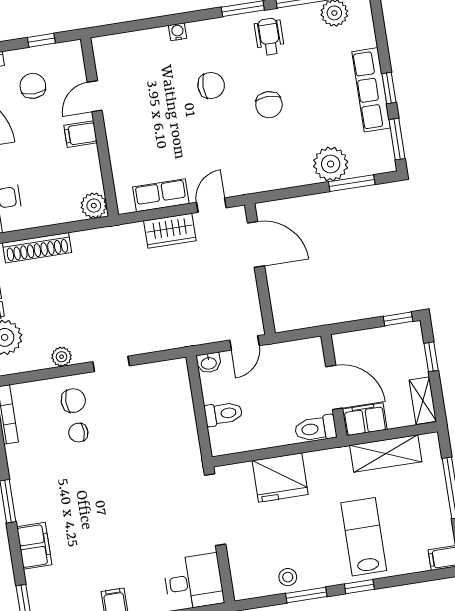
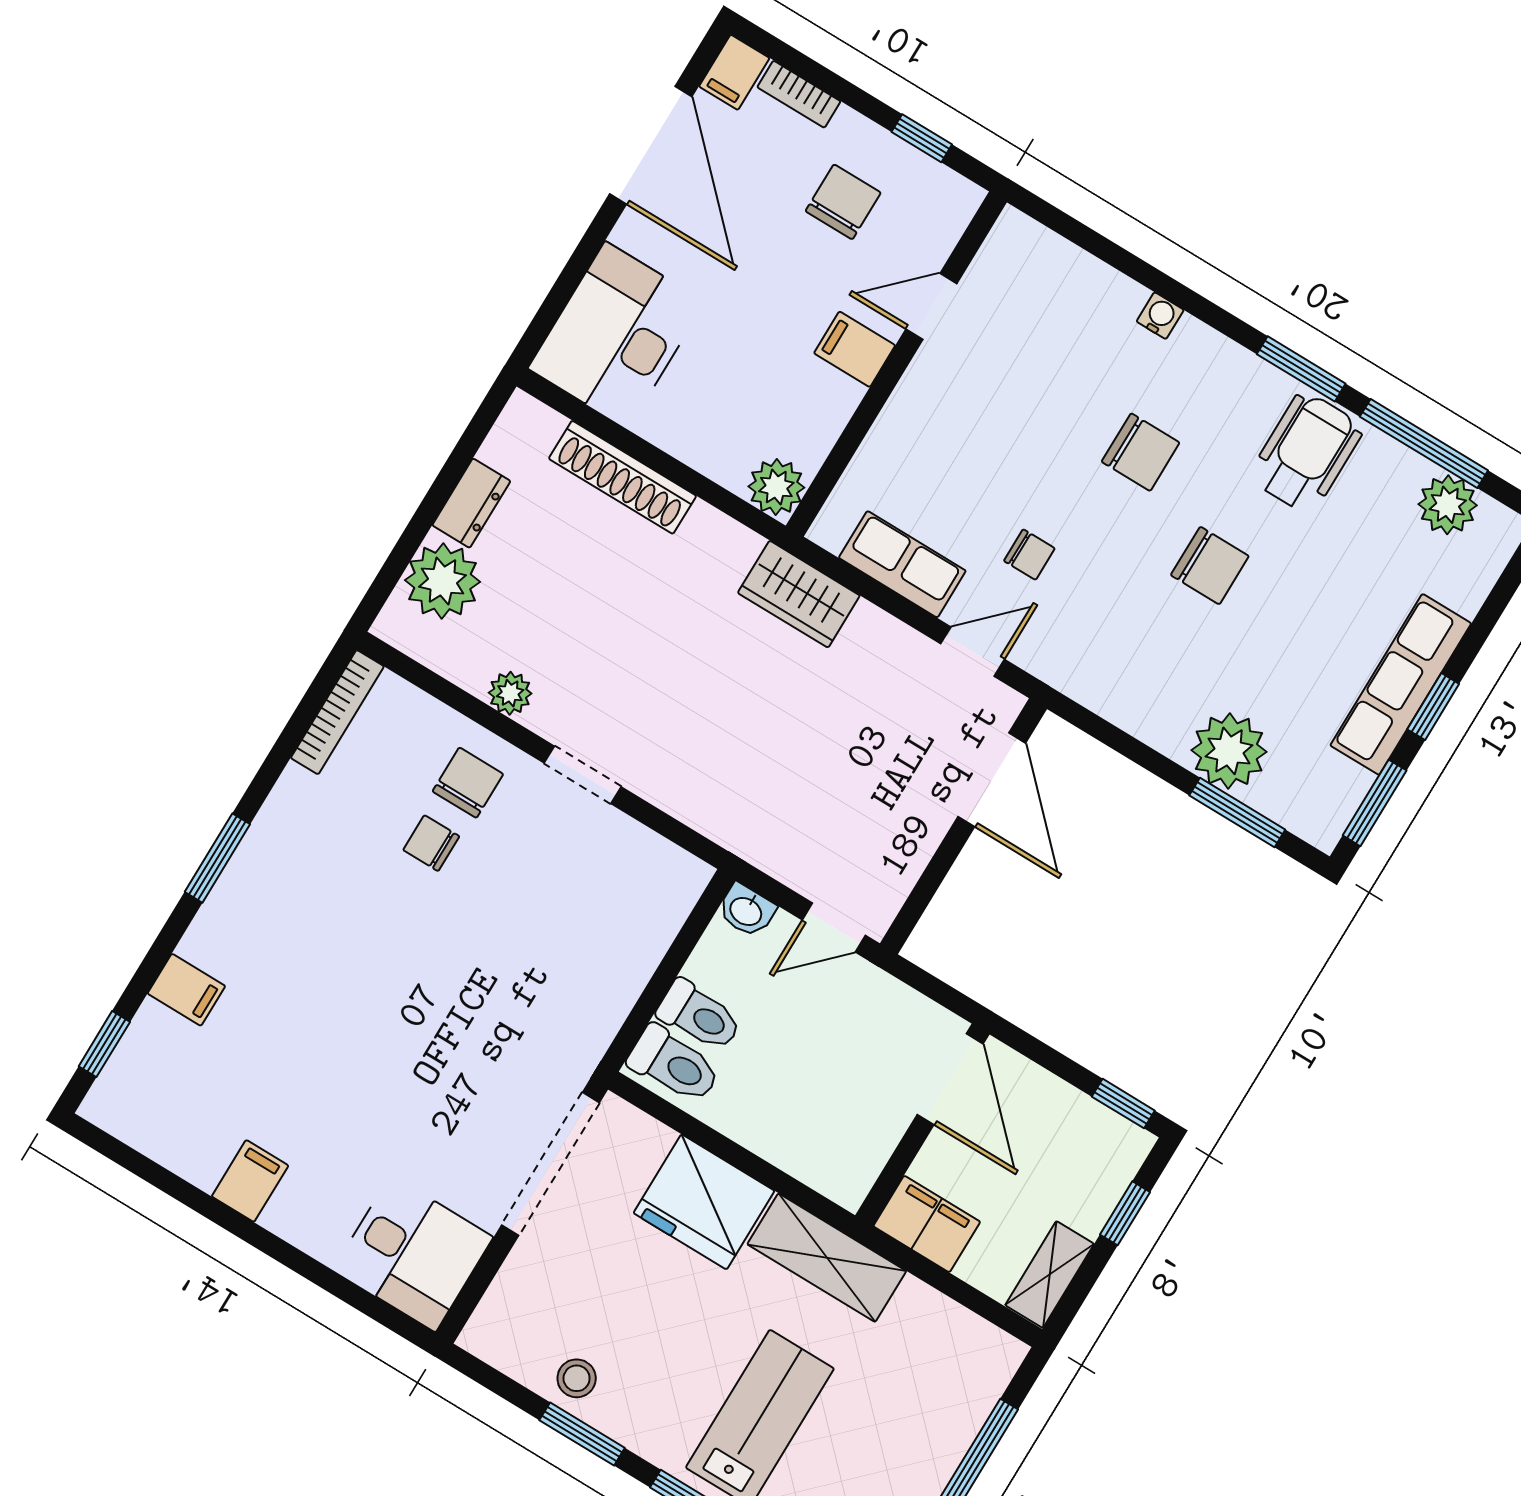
wheelchair: (269, 37) -> (1306, 453), width x1.36, depth x1.37
chair: (269, 105) -> (1210, 566), turned -90
chair: (203, 154) -> (1029, 555), added
wardrobe: (170, 231) -> (799, 594), moved
door: (334, 387) -> (950, 1079), moved
chair: (73, 401) -> (468, 783), turned -90
toilet: (315, 429) -> (674, 1065), moved, turned 180
shelving: (386, 453) -> (827, 1258), moved
filing cabinet: (34, 546) -> (186, 990), width x0.50

